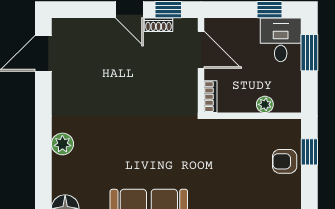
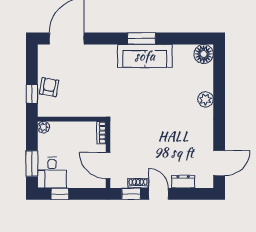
dresser: (94, 27) -> (183, 182), added
plant: (265, 104) -> (44, 127), moved
armchair: (285, 161) -> (49, 87), turned -80

